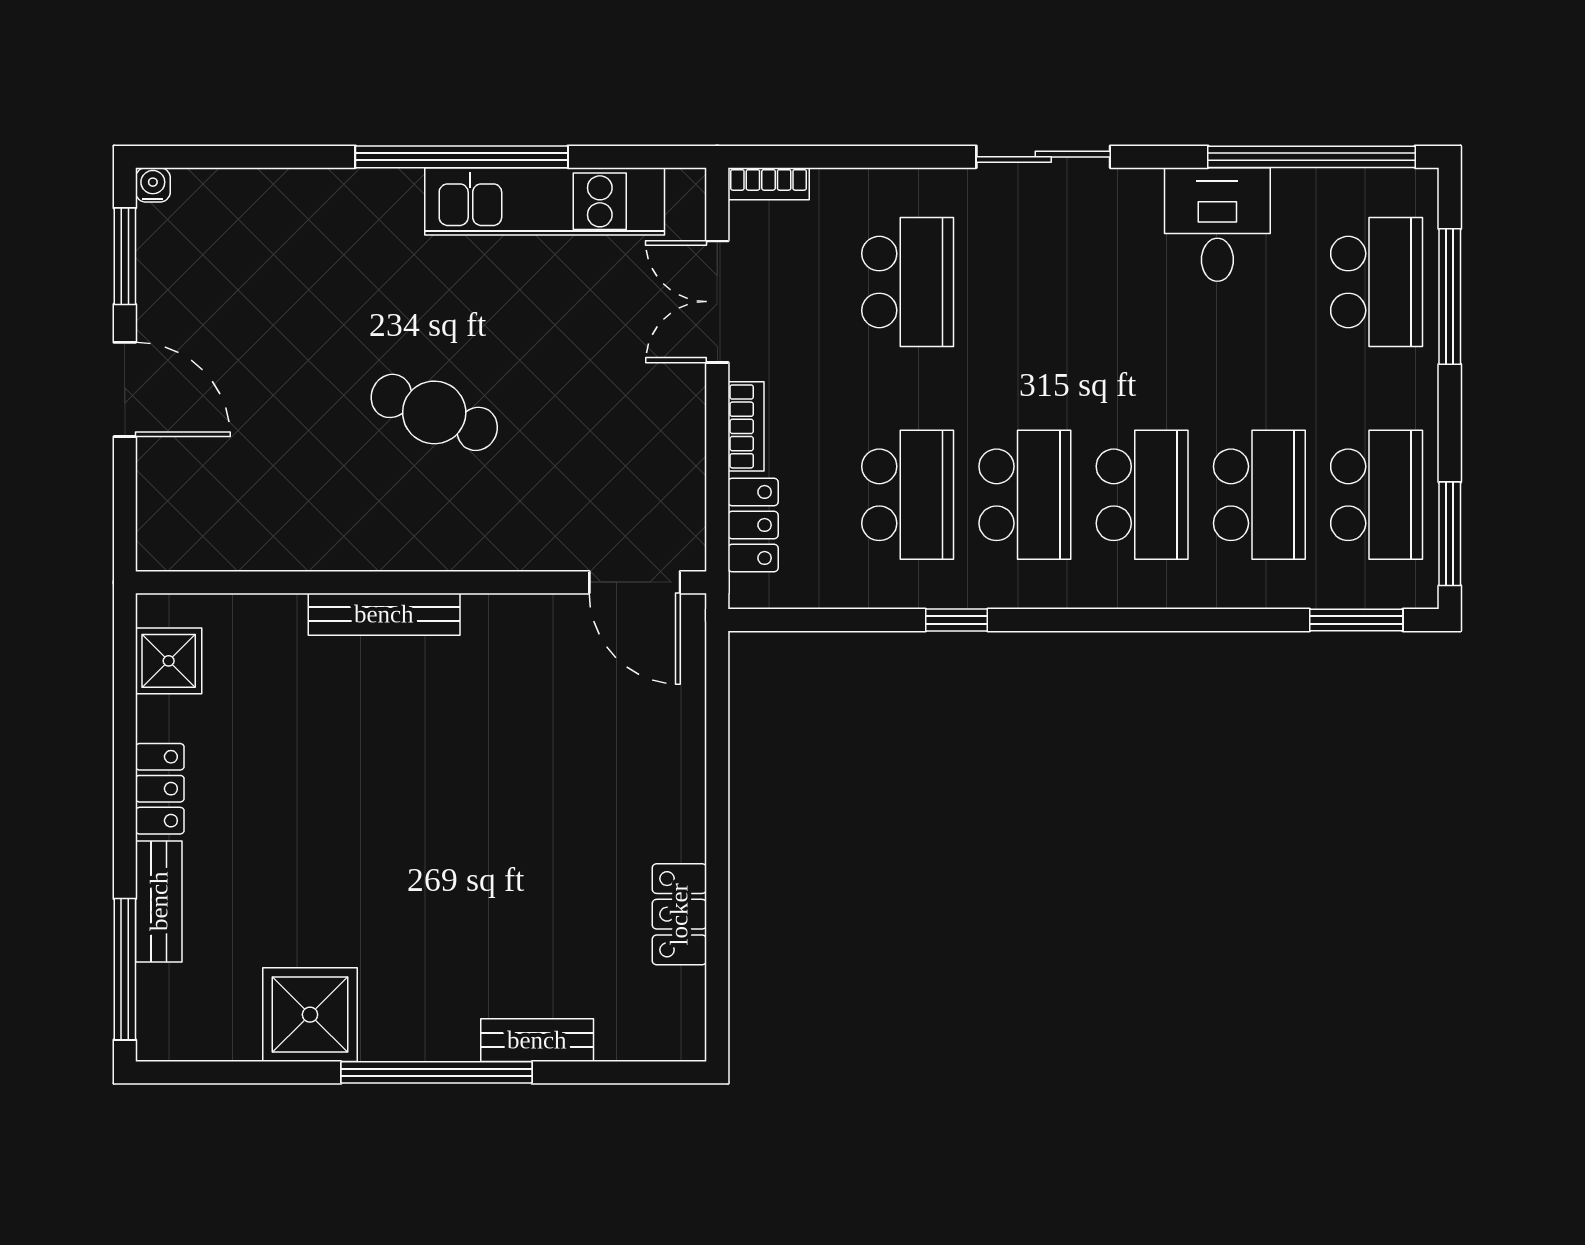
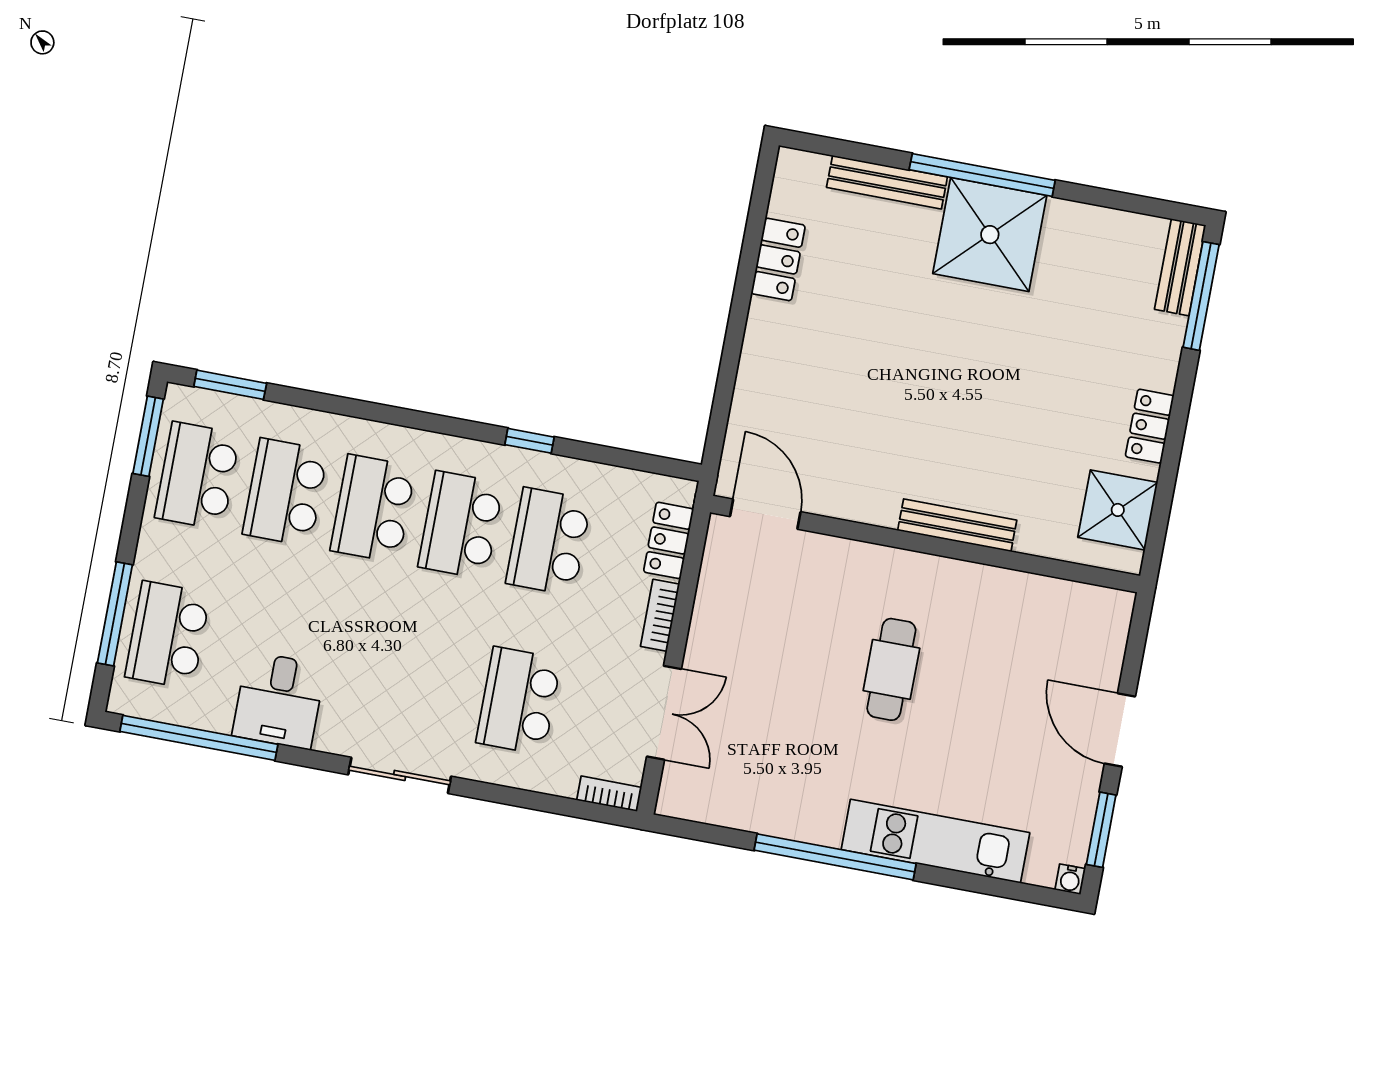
kitchen unit: (545, 201) -> (935, 841), moved
cafe table: (434, 412) -> (891, 669), turned 69
shower: (169, 661) -> (1118, 510), width x1.36, depth x1.36
bench: (159, 901) -> (1180, 267), moved
shower: (310, 1015) -> (990, 235), moved, width x1.37, depth x1.37
bench: (537, 1040) -> (887, 182), width x1.36

